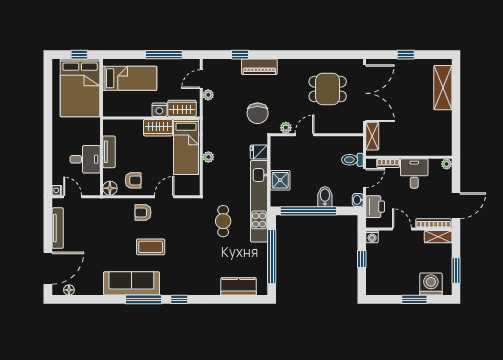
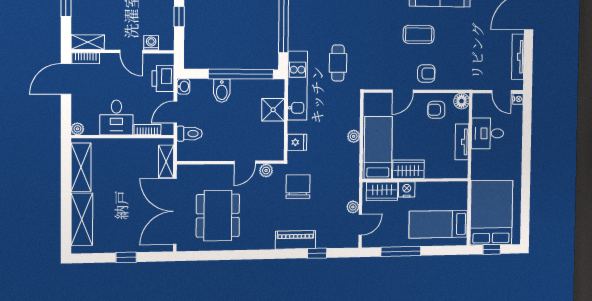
dining table: (328, 89) -> (218, 216), width x1.37
shelving: (444, 132) -> (81, 167), added
kitchen unit: (259, 201) -> (297, 86), width x0.73
bookcase: (433, 223) -> (86, 58), width x0.64
washing machine: (372, 237) -> (151, 43), moved

